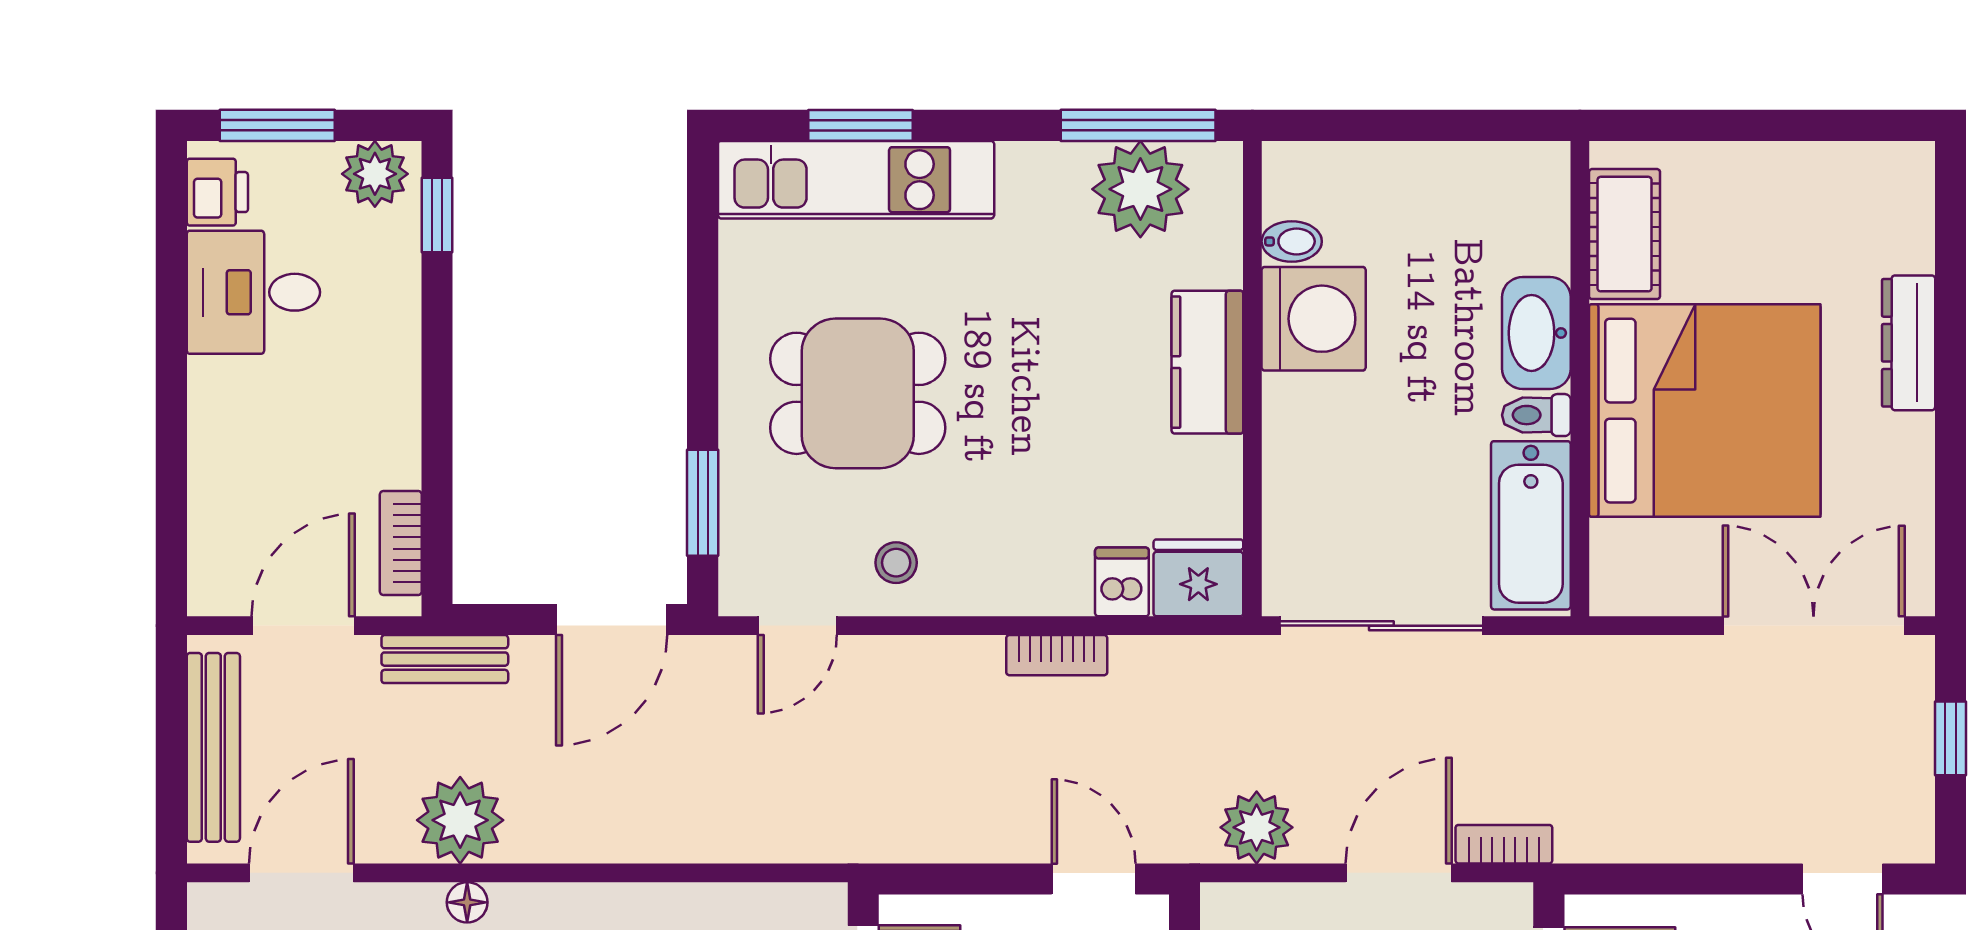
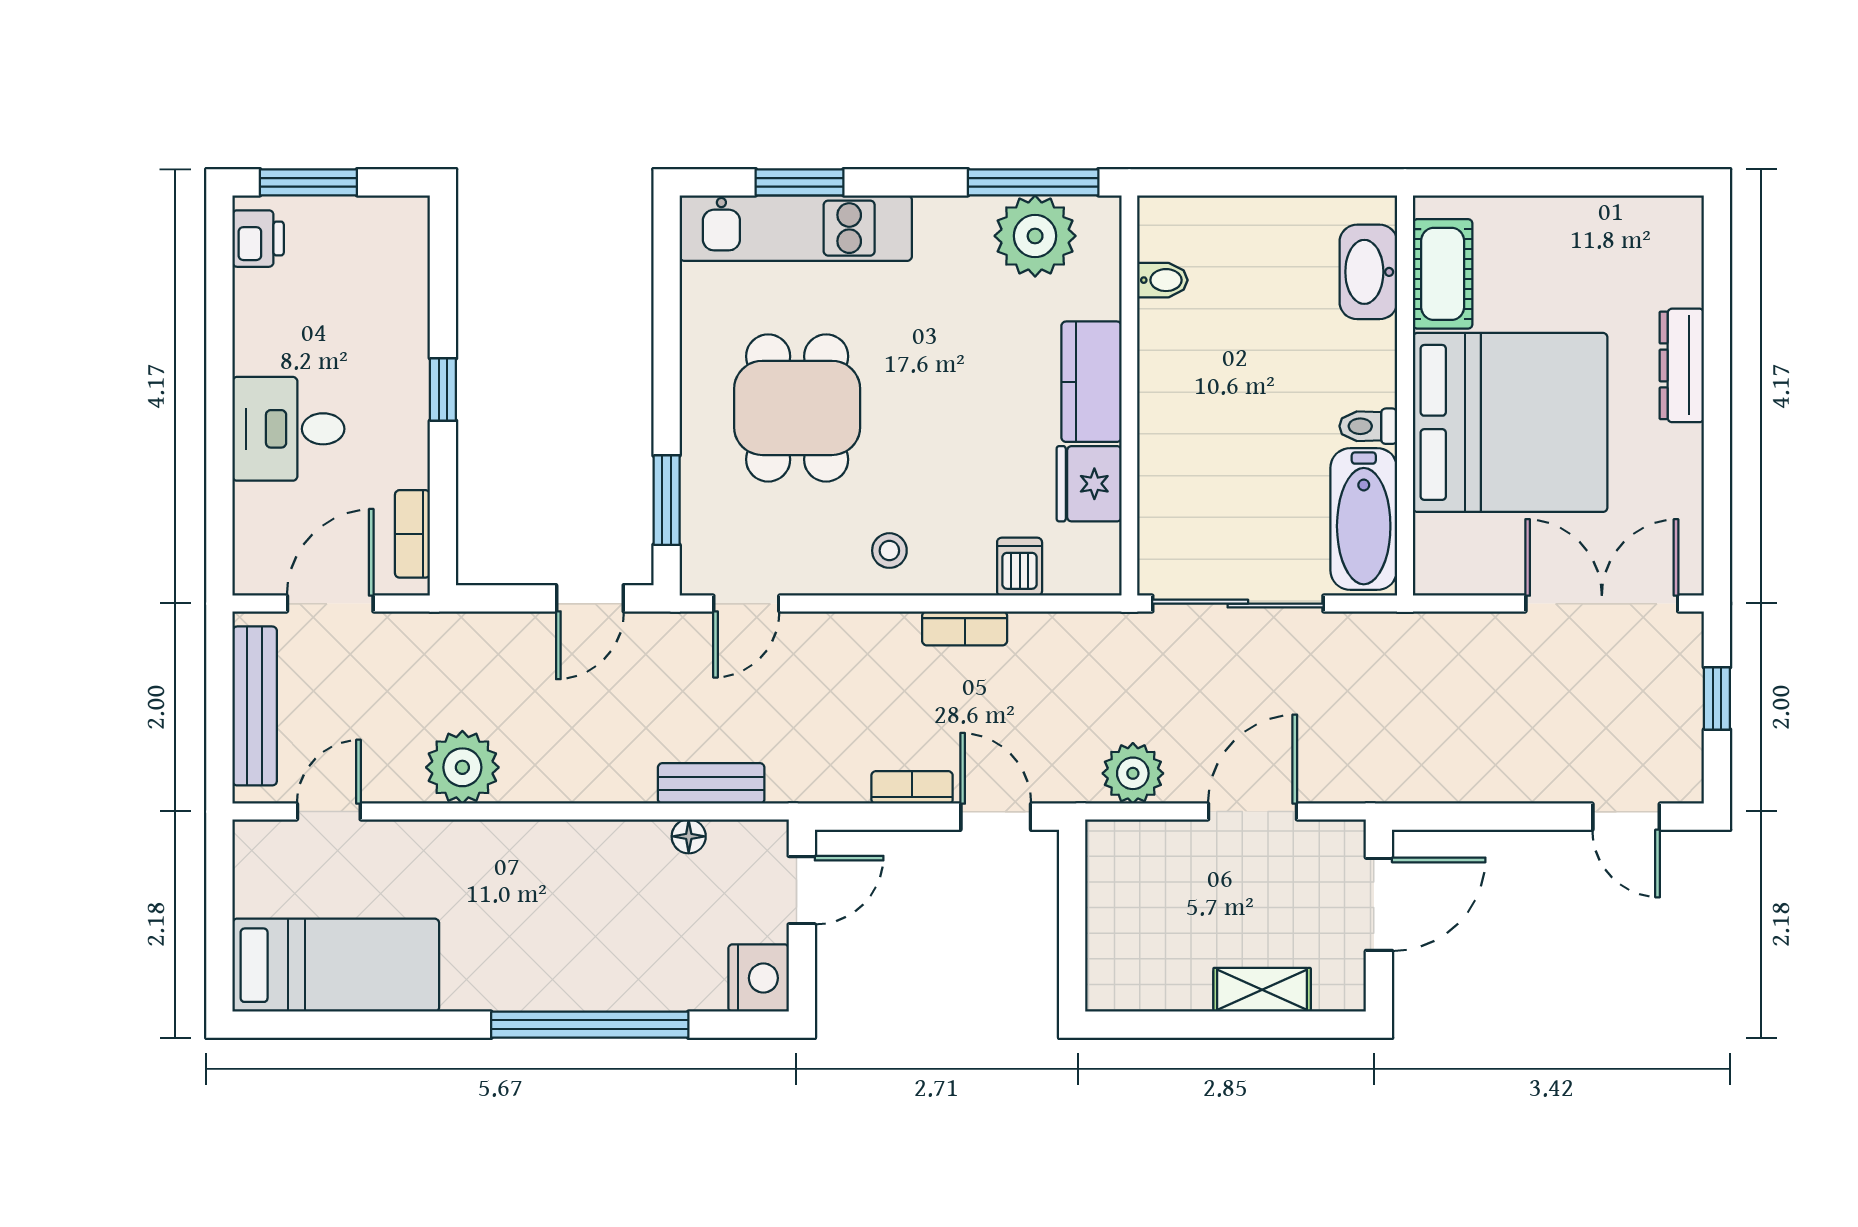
plant: (375, 174) -> (391, 223), removed
window: (437, 215) -> (443, 390), moved
desk: (253, 292) -> (288, 429), moved
washing machine: (1314, 319) -> (1181, 345), removed
washbasin: (1536, 333) -> (1368, 272), moved
dining table: (858, 393) -> (797, 408), turned 90
stool: (896, 563) -> (889, 551), moved
fridge: (1198, 578) -> (1089, 484), moved, turned -90
door: (612, 620) -> (590, 598), width x0.73
bench: (445, 659) -> (711, 783), moved
bookcase: (1504, 844) -> (912, 787), moved
door: (301, 873) -> (329, 812), width x0.73
floor lamp: (467, 902) -> (689, 836), moved

